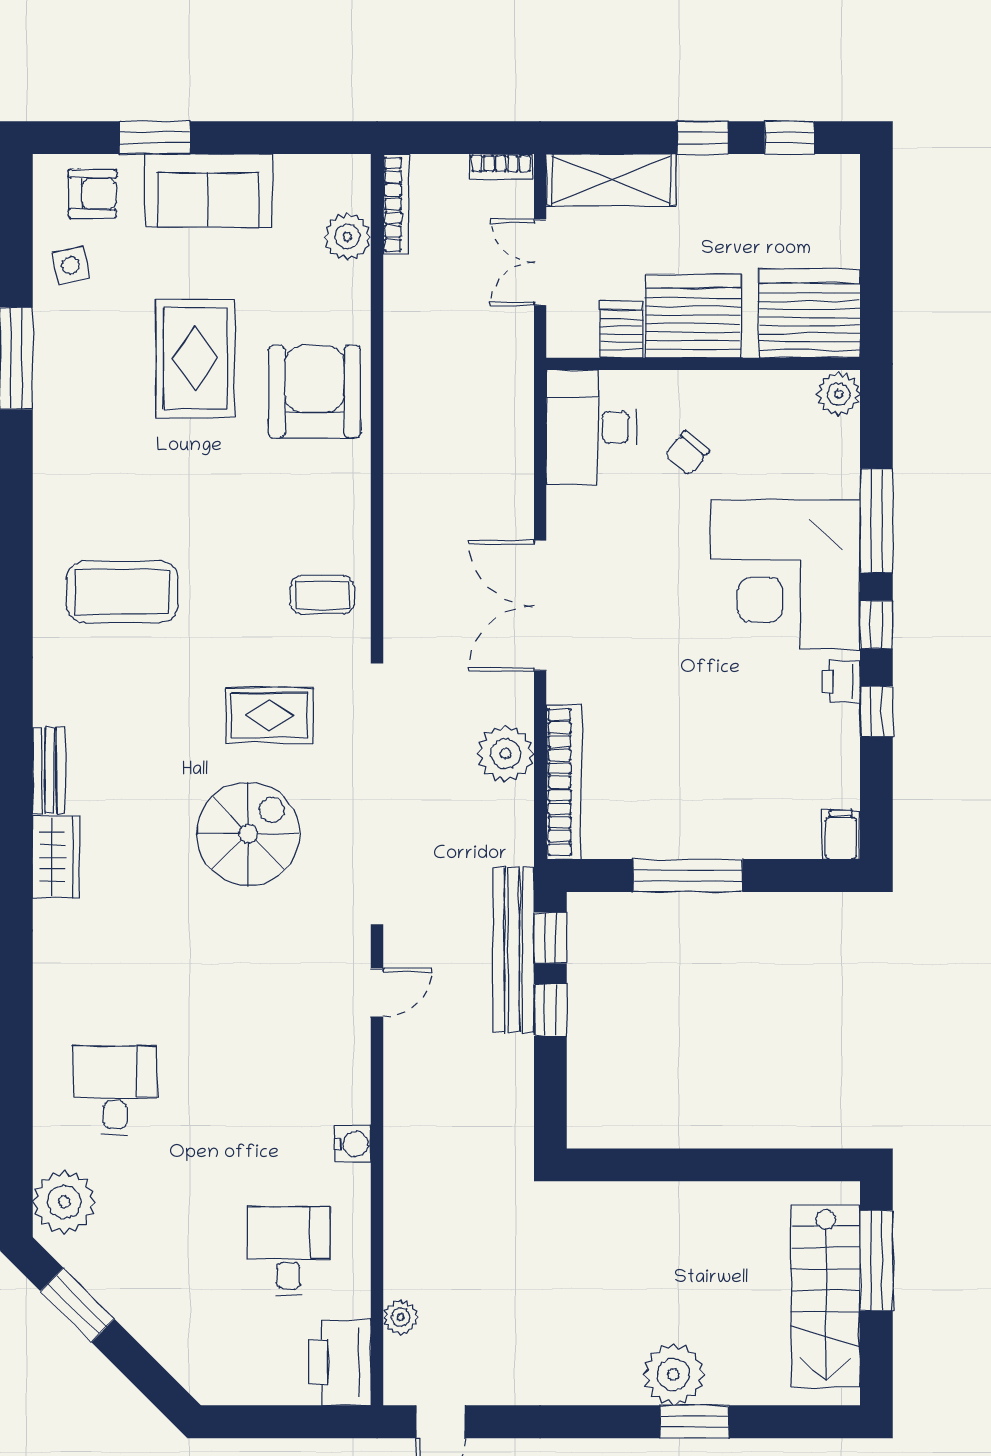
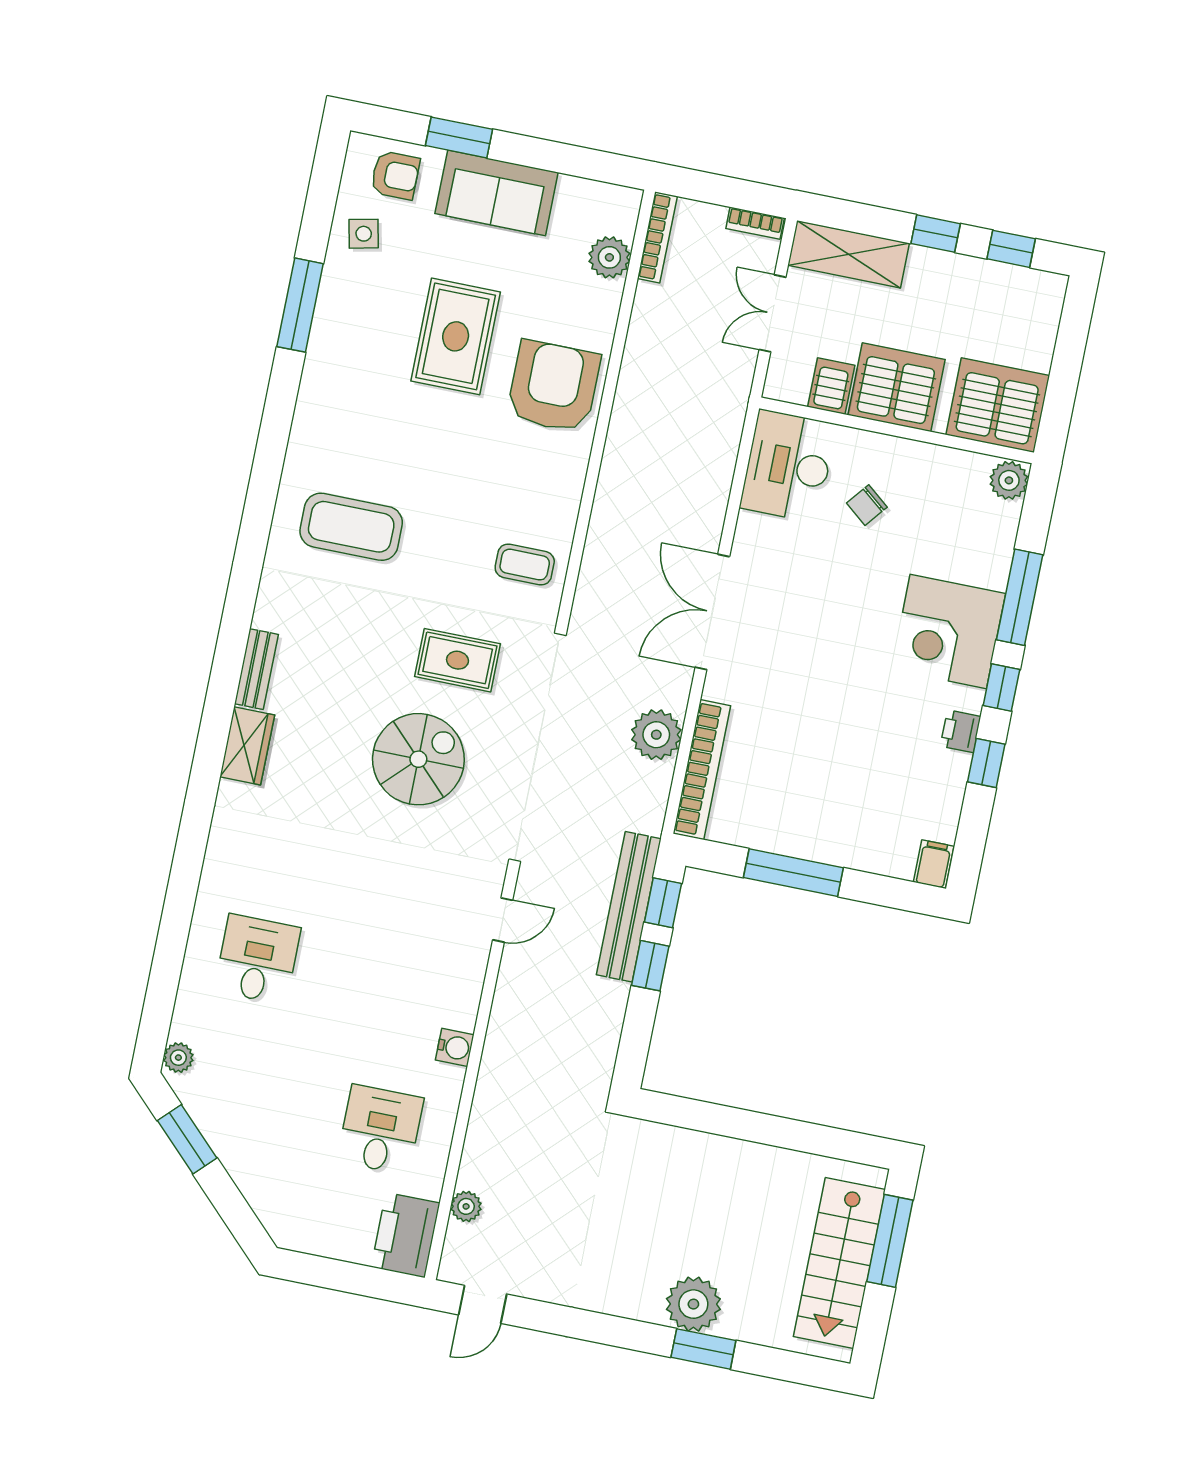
corner desk: (785, 574) -> (948, 631), width x0.74, depth x0.74
plant: (64, 1202) -> (178, 1058), width x0.53, depth x0.53

